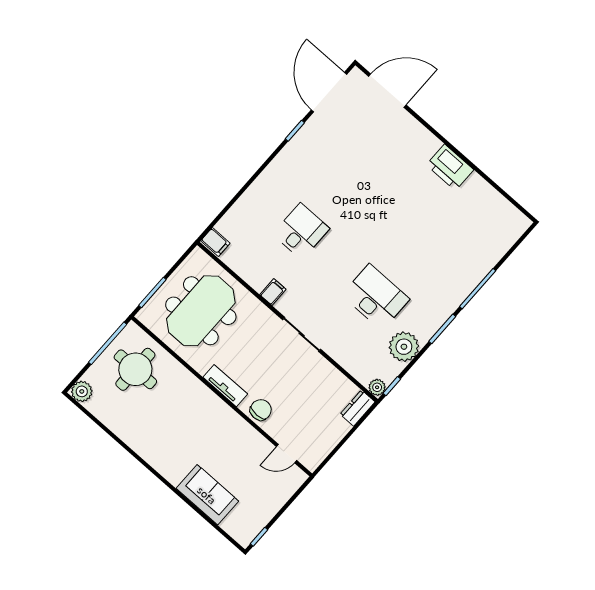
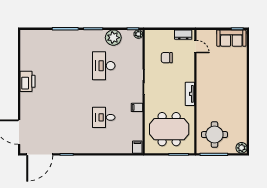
dresser: (358, 408) -> (183, 35), moved
chair: (261, 410) -> (167, 58), moved
sofa: (207, 495) -> (231, 38), moved, turned -90

